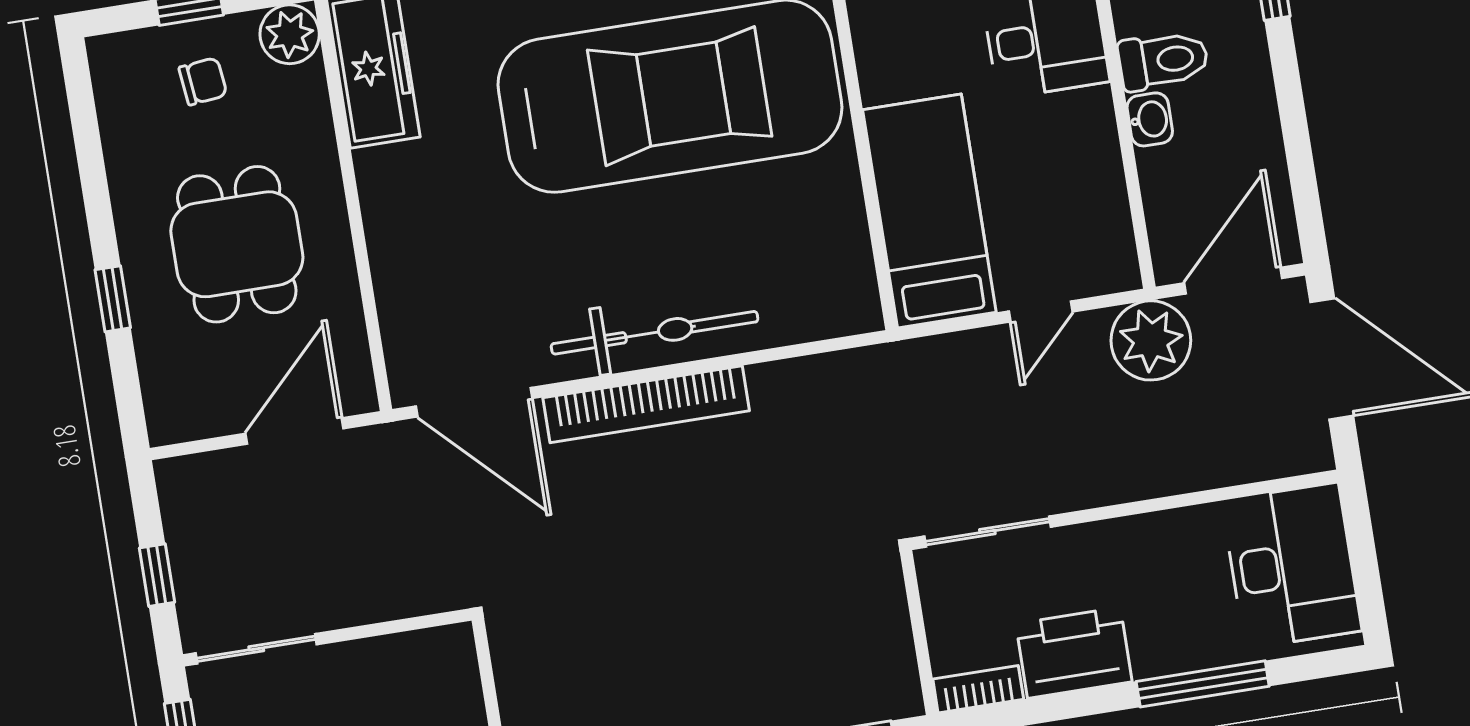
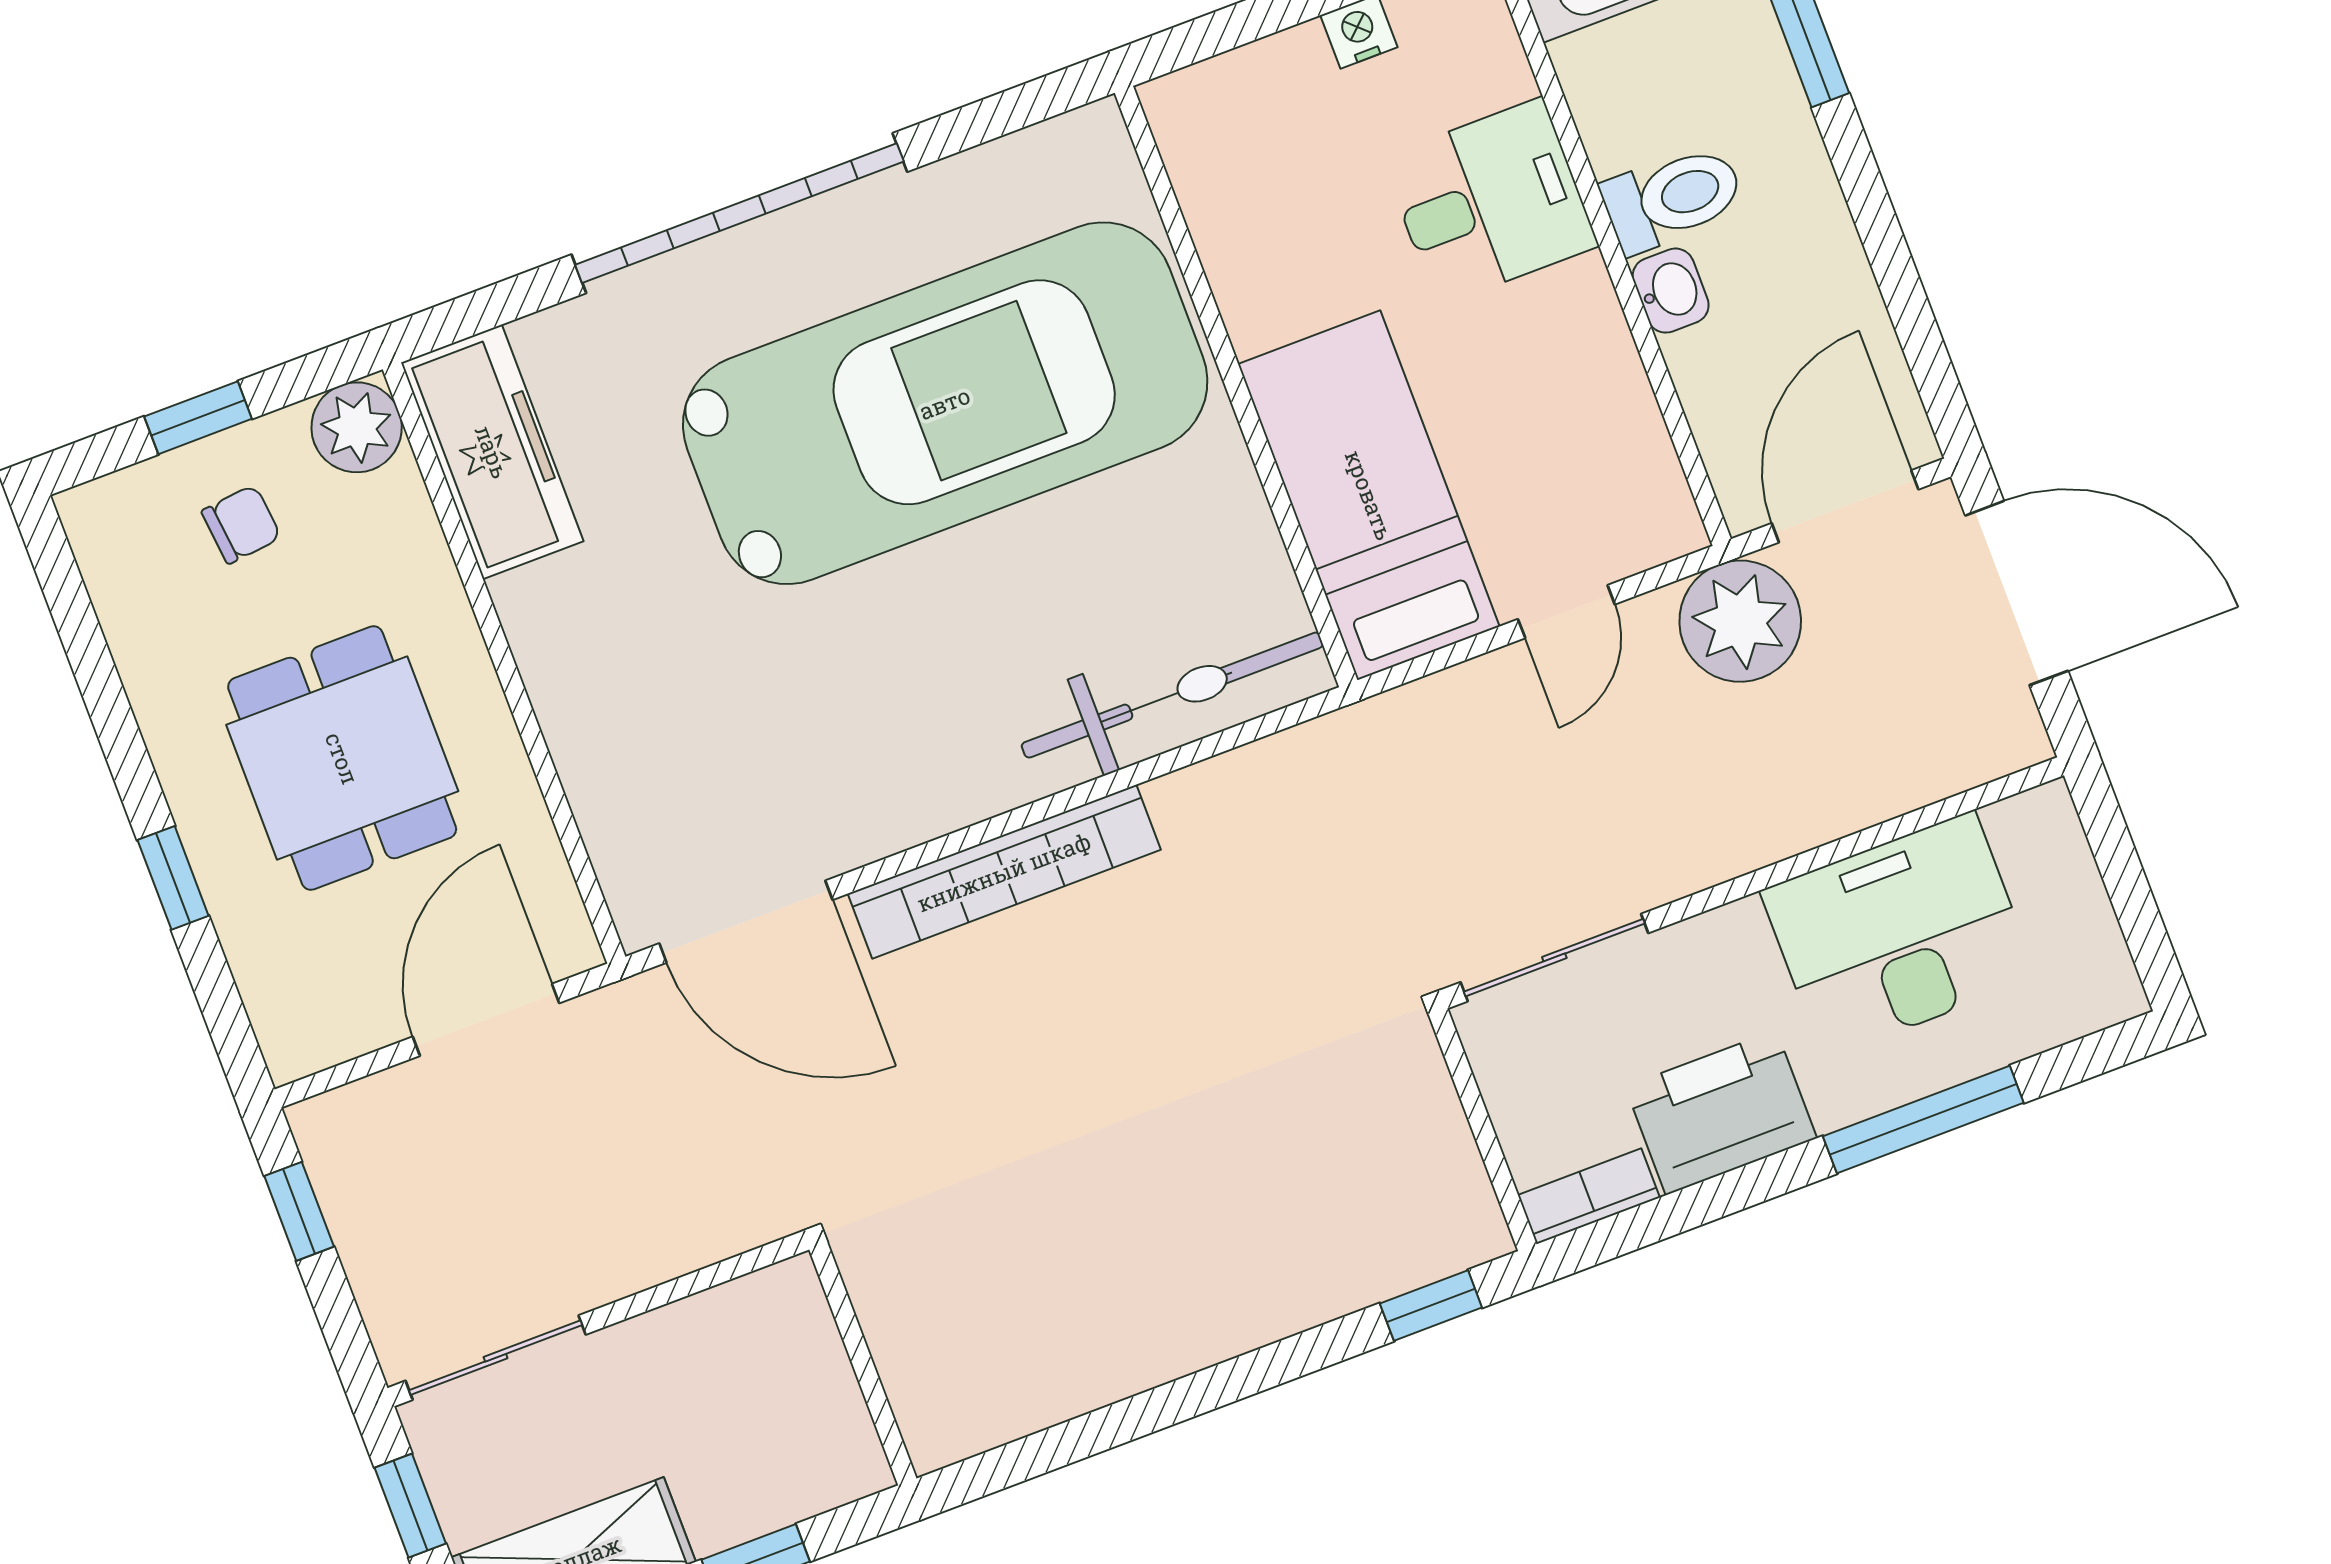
bicycle: (655, 333) -> (1172, 695), moved
desk: (1292, 566) -> (1899, 935), moved, turned -90
window: (157, 575) -> (299, 1211), moved

